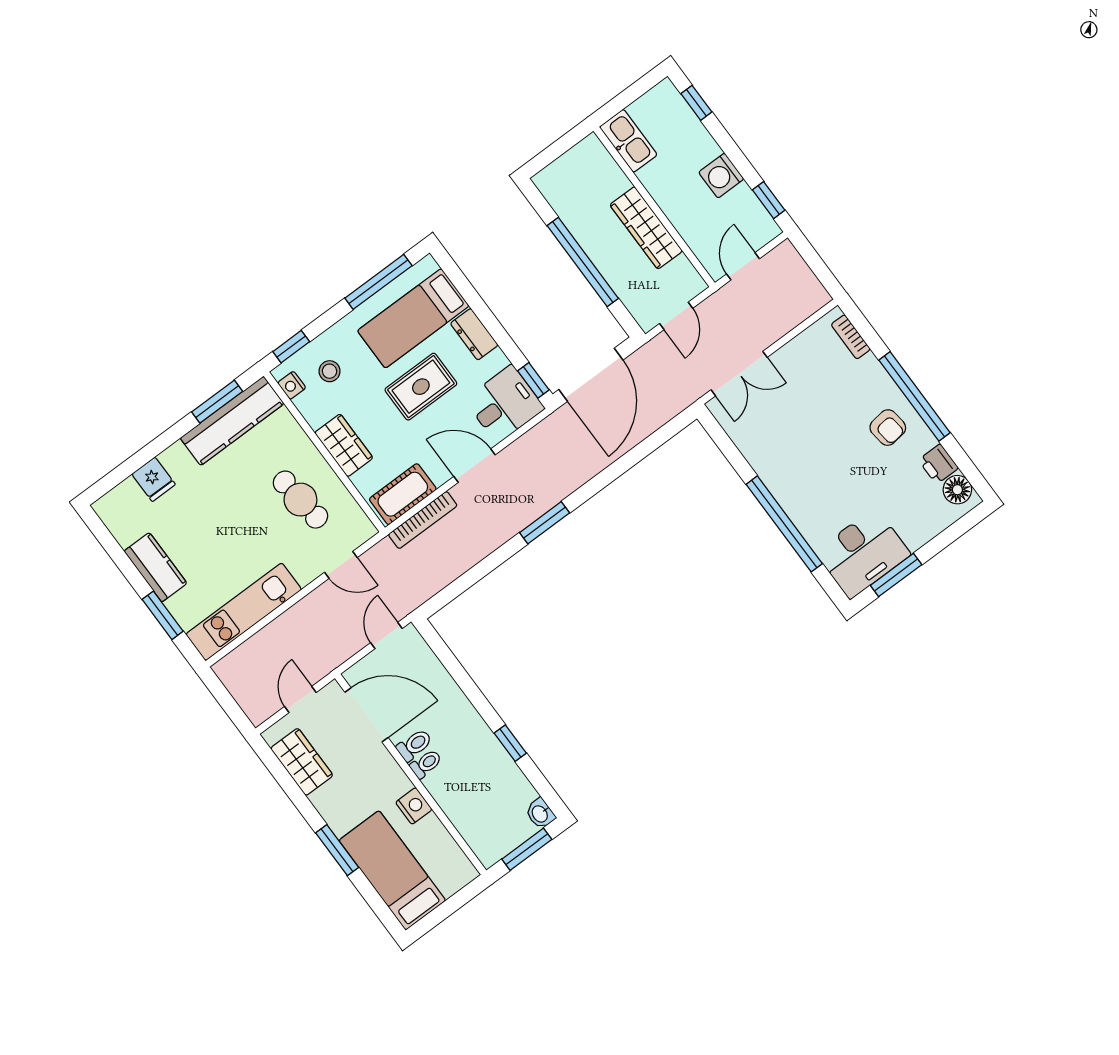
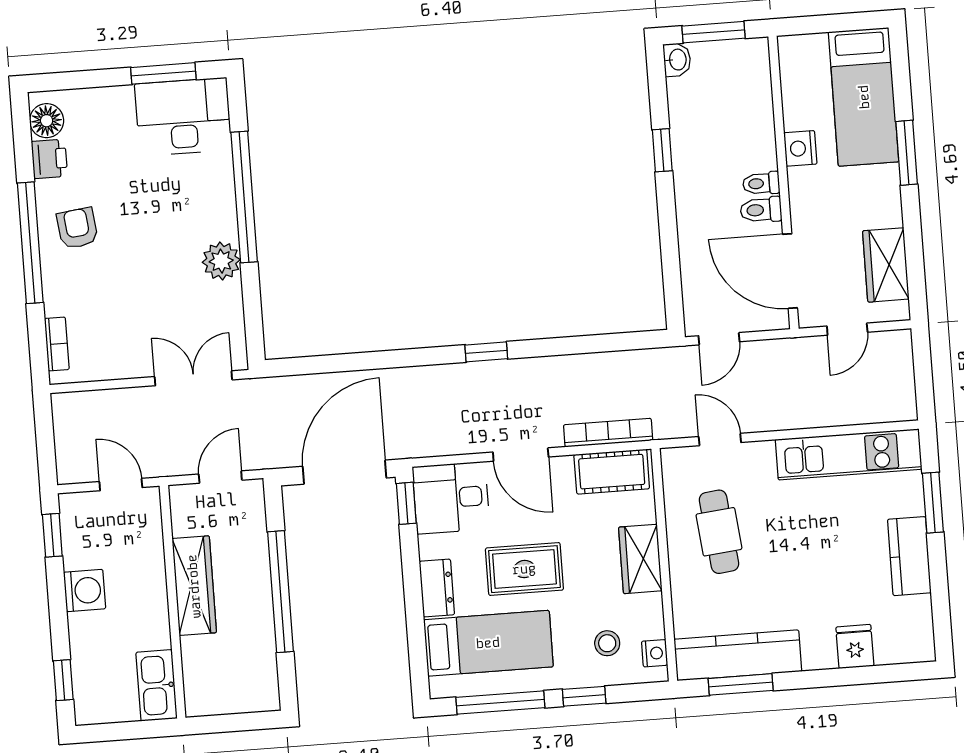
door: (743, 266) -> (121, 485), swing flipped
window: (291, 347) -> (584, 696), moved
plant: (772, 469) -> (221, 261), added
window: (545, 523) -> (486, 352), width x0.67

